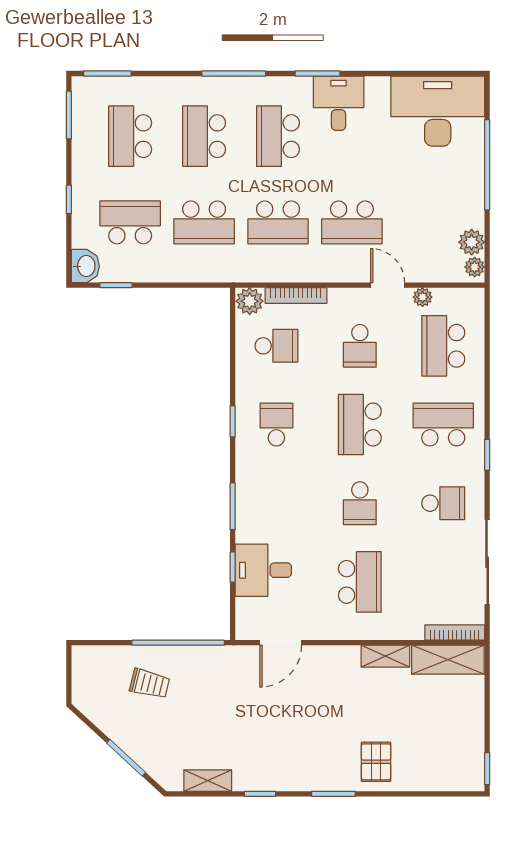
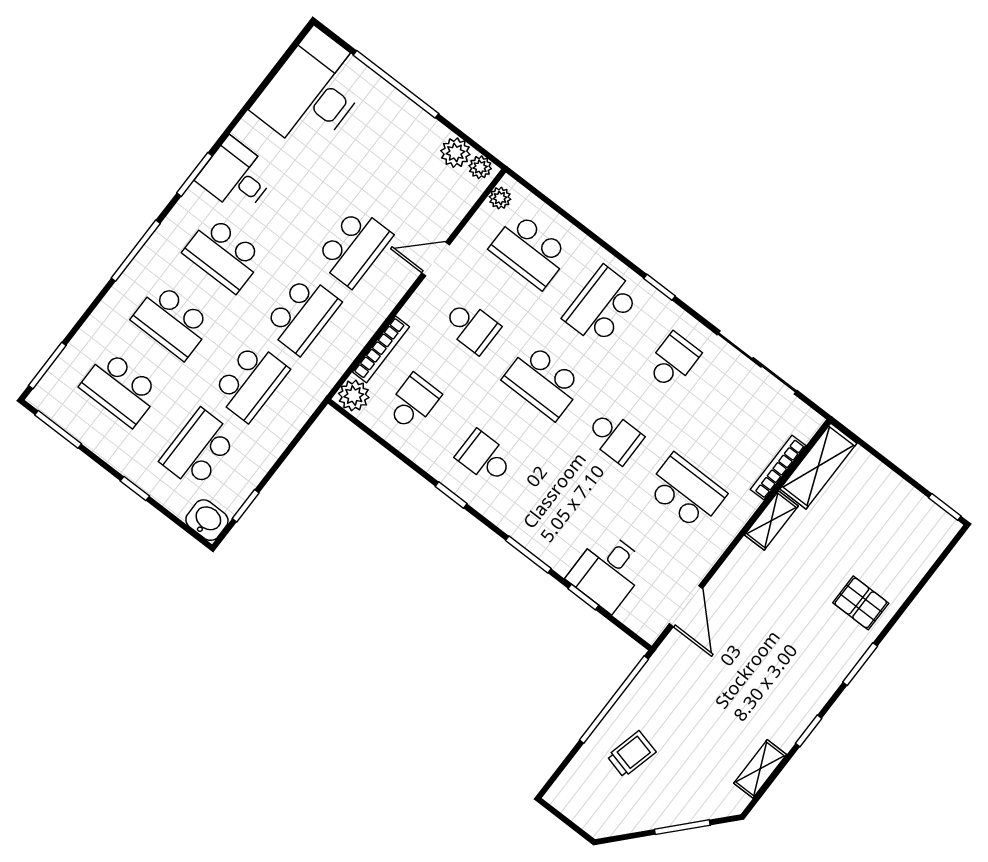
plant: (423, 297) -> (500, 198), moved
bookcase: (455, 633) -> (778, 468), moved

